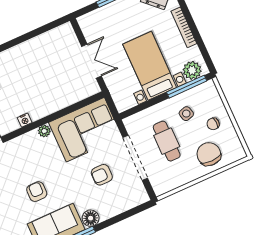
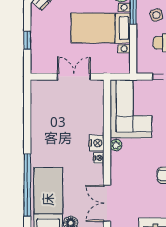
nightstand: (38, 112) -> (97, 143), added

